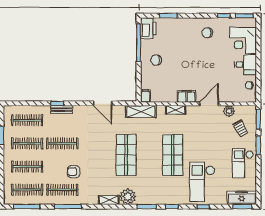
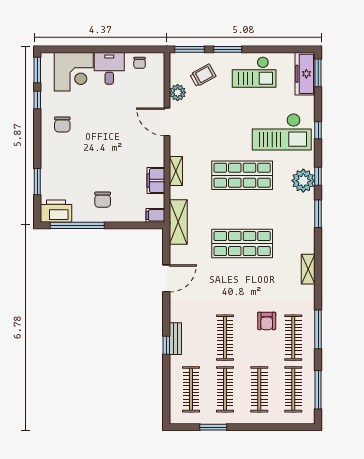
filing cabinet: (187, 96) -> (156, 180), moved
plant: (128, 197) -> (303, 181), moved

